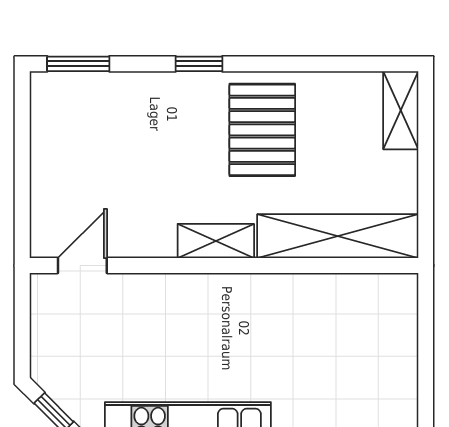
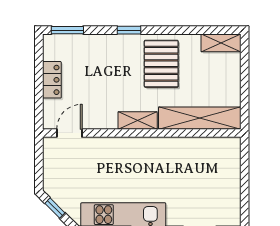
shelving: (401, 110) -> (221, 43), moved, turned 90
locker: (48, 161) -> (52, 80), added

